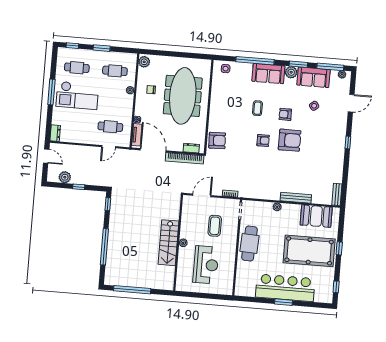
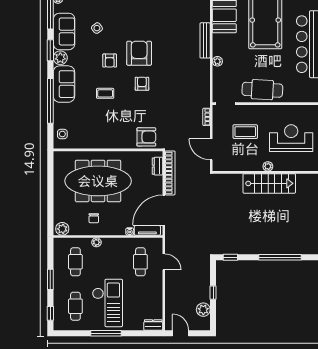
armchair: (217, 140) -> (146, 137), turned 92
door: (46, 156) -> (181, 333), hinge flipped

